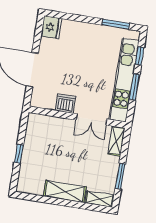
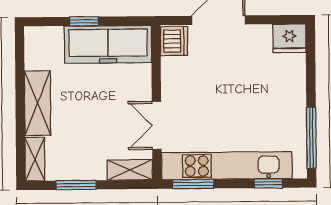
window: (116, 24) -> (311, 138), width x1.44
window: (135, 87) -> (193, 184), moved
dishwasher: (65, 104) -> (174, 41), moved
freezer: (36, 141) -> (108, 44), added

